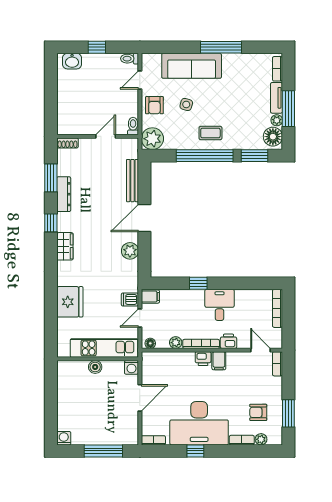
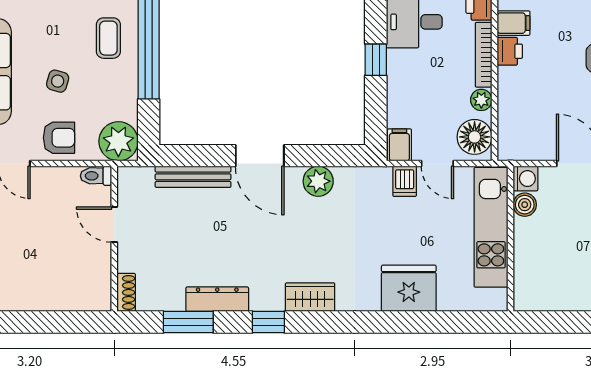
floor lamp: (150, 343) -> (475, 137), width x1.89, depth x1.89
boiler: (95, 367) -> (525, 205), moved

